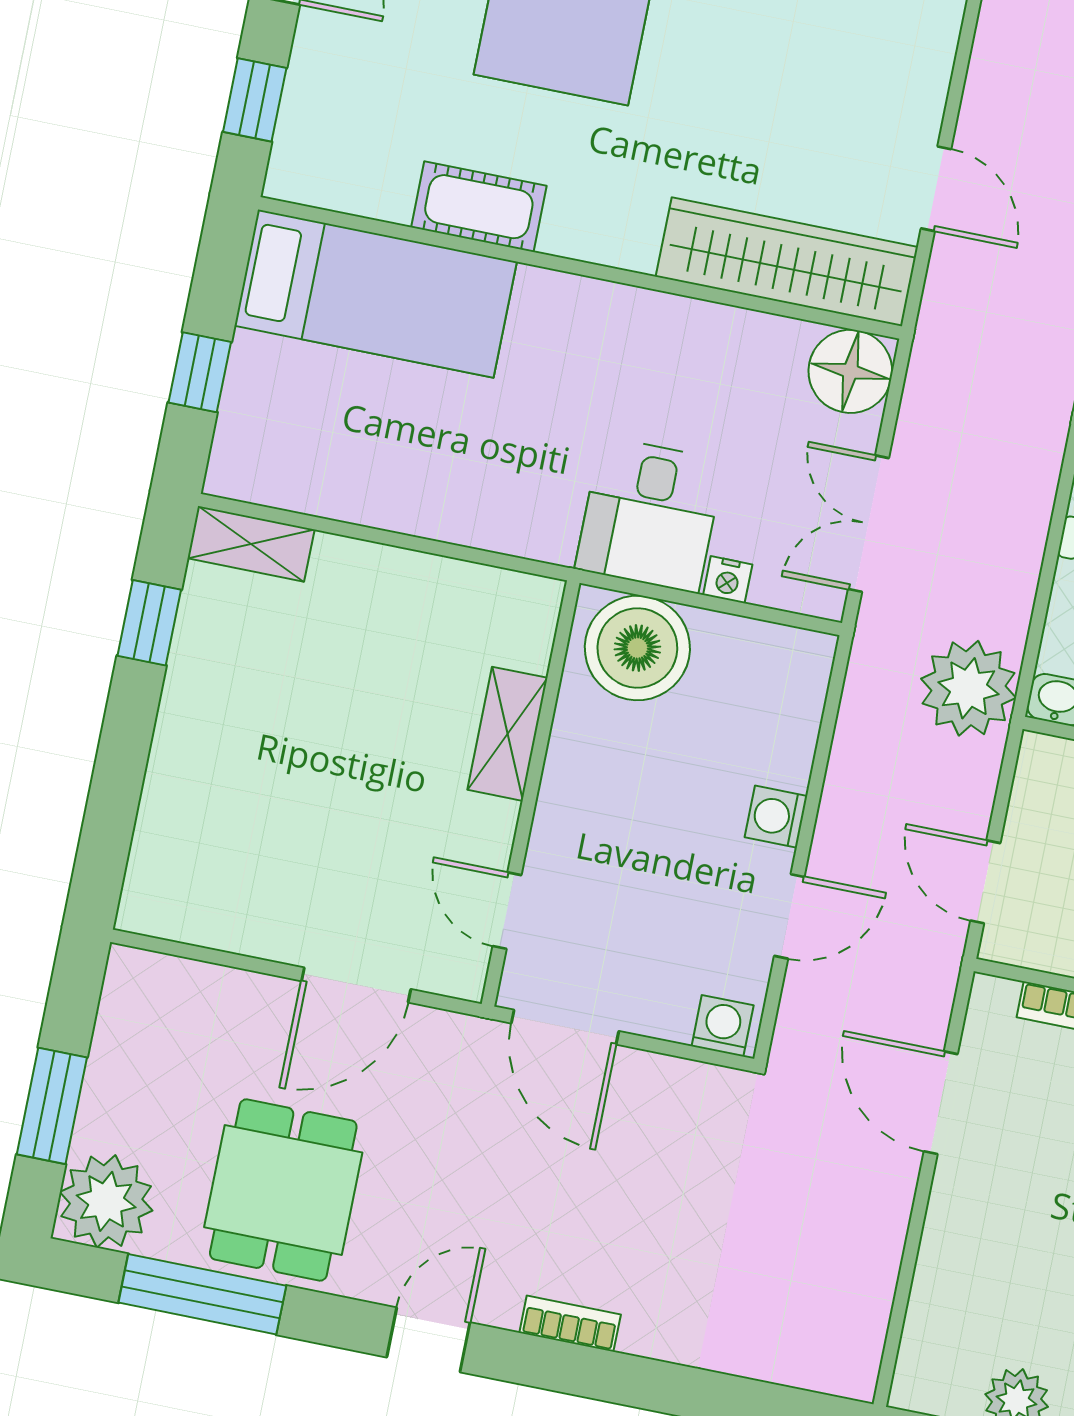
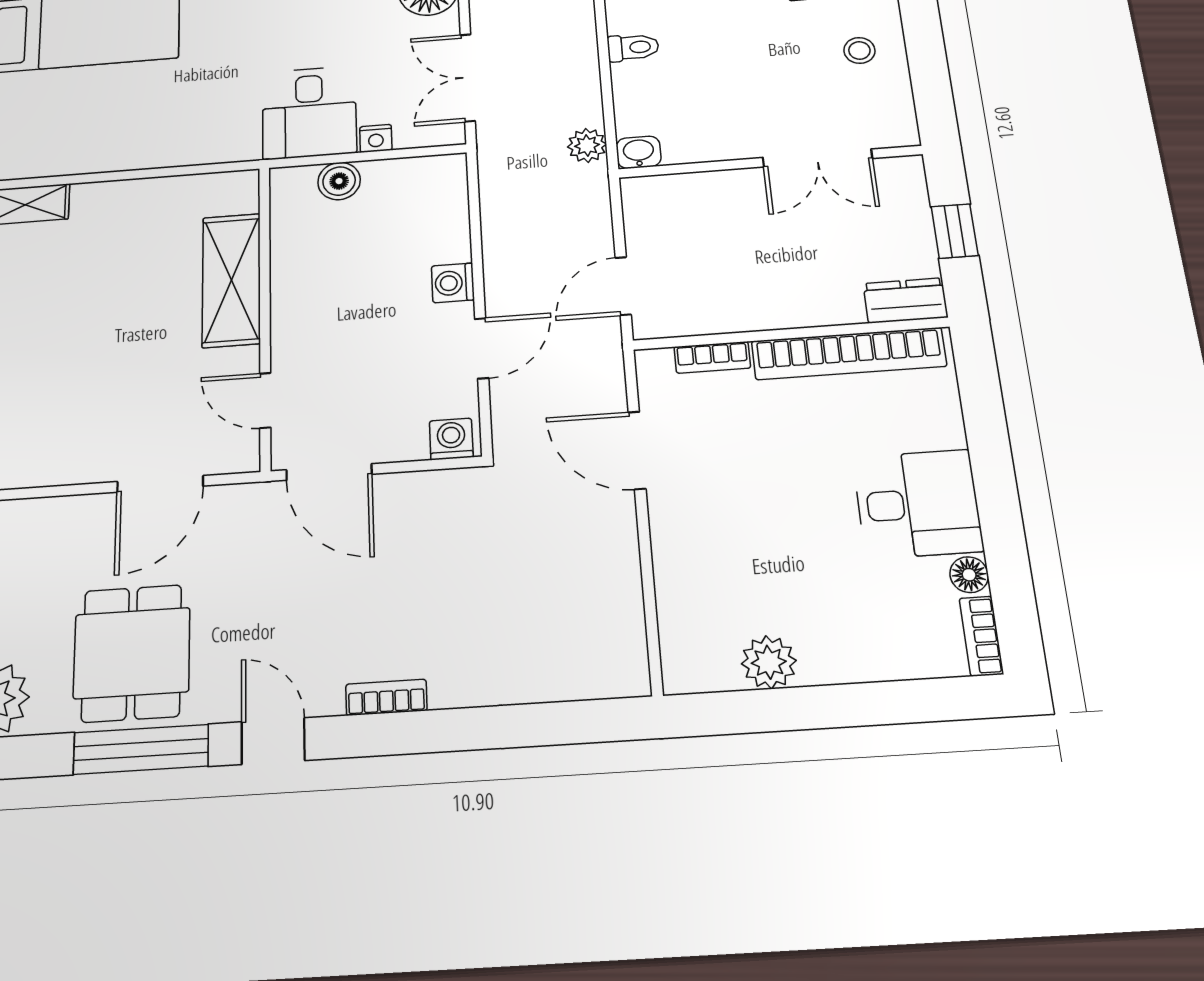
boiler: (637, 648) -> (339, 181), width x0.54, depth x0.54
plant: (968, 688) -> (587, 145), width x0.53, depth x0.53
shelving: (507, 734) -> (231, 280), width x1.50, depth x1.33
door: (985, 882) -> (623, 286), hinge flipped
window: (202, 1294) -> (141, 749), moved
door: (428, 1340) -> (273, 741), hinge flipped

